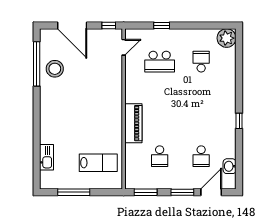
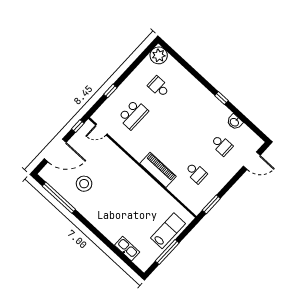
door: (124, 47) -> (101, 130), swing flipped
stool: (55, 69) -> (84, 184), moved
lab bench: (98, 163) -> (168, 231), moved
washbasin: (230, 166) -> (235, 122), moved
window: (182, 192) -> (234, 180), removed
door: (211, 192) -> (252, 161), swing flipped

